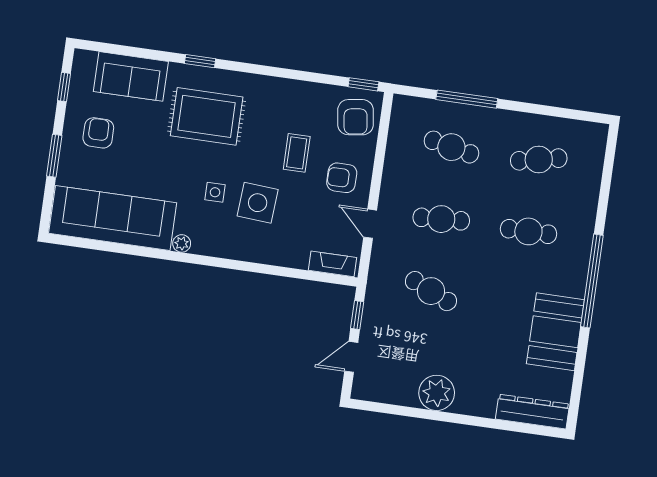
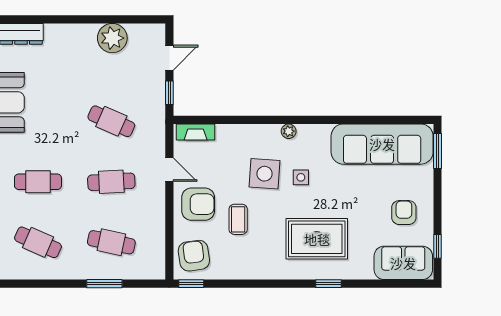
sofa: (131, 76) -> (403, 263), moved
window: (467, 99) -> (104, 284), width x0.69
armchair: (98, 133) -> (404, 213), turned 180
window: (54, 156) -> (438, 151), moved
cafe table: (539, 159) -> (38, 242), turned 36
armchair: (342, 178) -> (198, 204), width x1.38, depth x1.38
plant: (182, 243) -> (289, 131), moved
plant: (437, 393) -> (112, 38), moved

